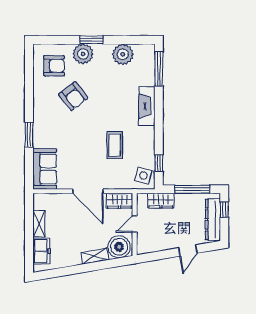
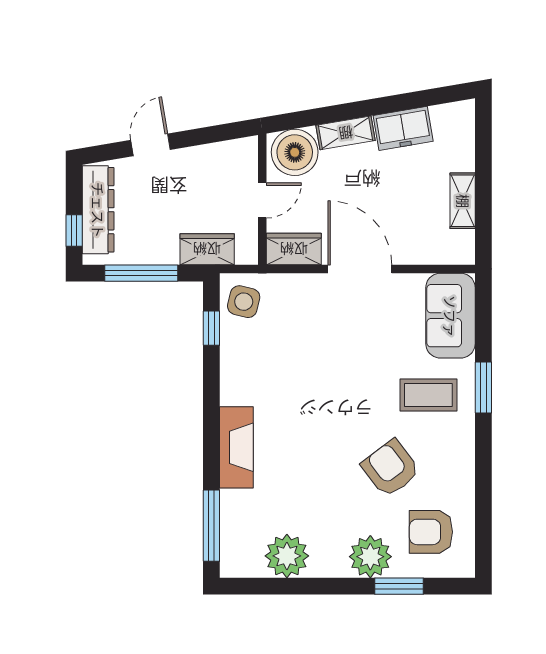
window: (91, 40) -> (399, 586), moved
coffee table: (115, 145) -> (428, 395), moved, turned 90
freezer: (41, 251) -> (403, 128), moved, turned -100

